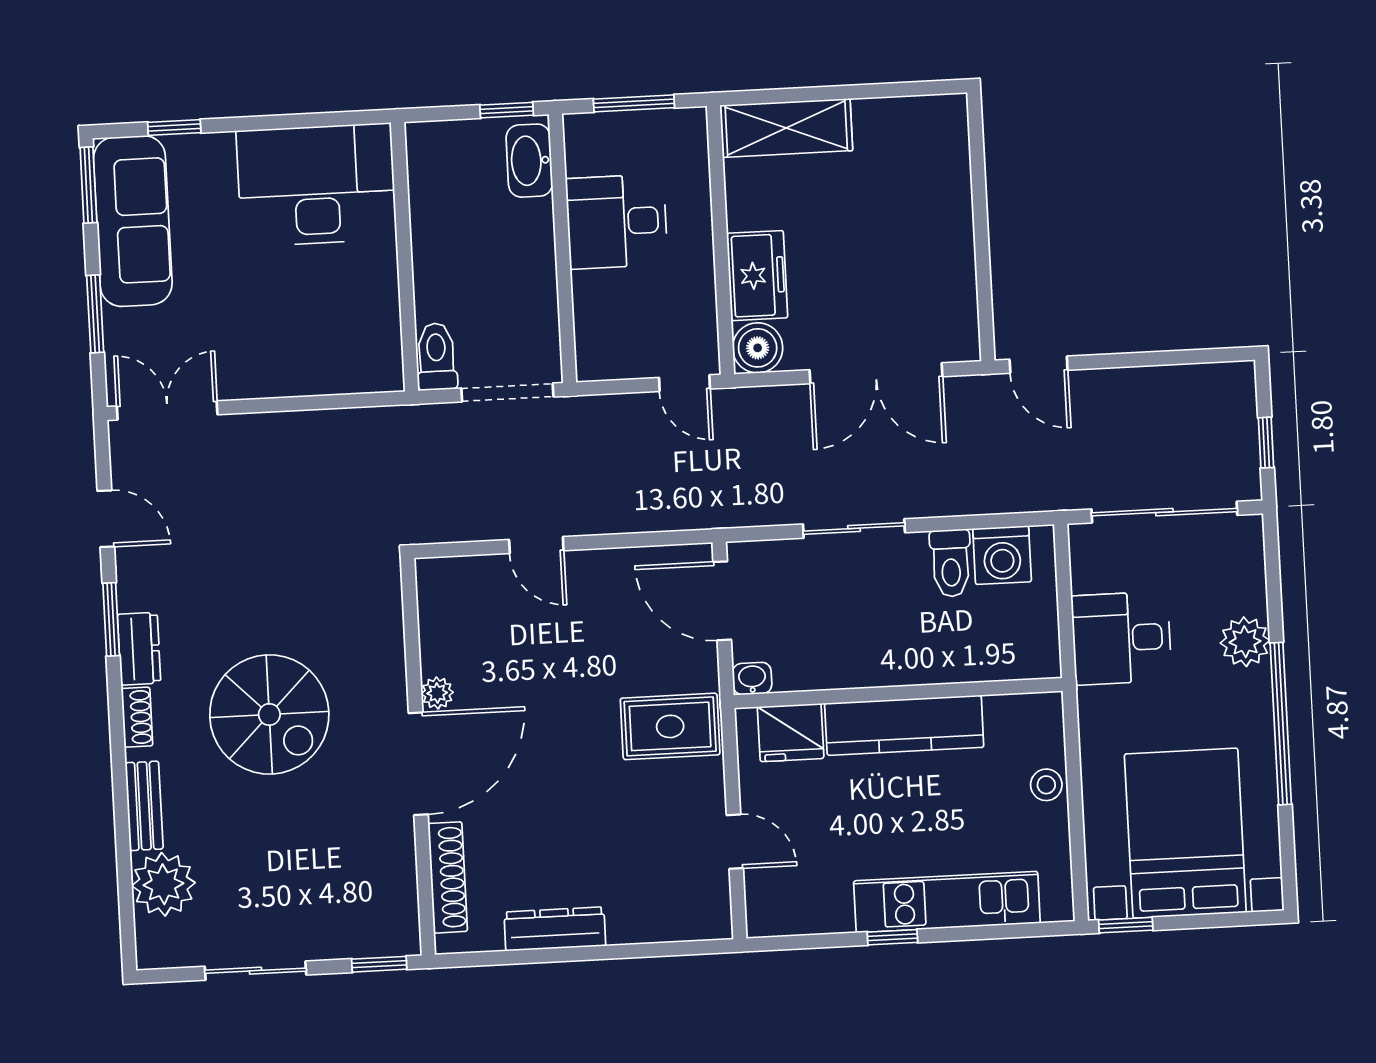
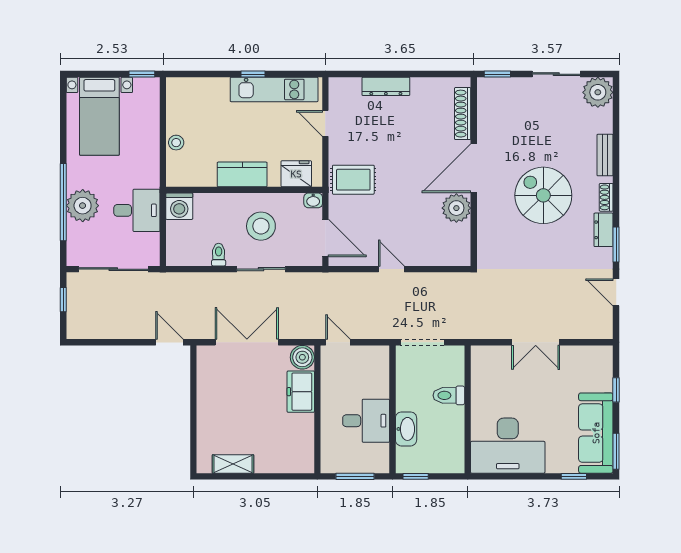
shelving: (786, 128) -> (233, 464), moved, width x0.67, depth x0.75
washbasin: (529, 161) -> (406, 429), moved
window: (95, 314) -> (616, 390), width x0.67
toilet: (436, 357) -> (449, 395), moved, turned 90
double door: (167, 410) -> (536, 342), moved
door: (536, 545) -> (391, 269), moved
washing machine: (1002, 555) -> (179, 206), moved, turned 180
toilet: (951, 563) -> (219, 255), width x0.73, depth x0.72
stool: (859, 619) -> (261, 226), added
plant: (1245, 642) -> (83, 206), width x1.36, depth x1.36
plant: (437, 693) -> (456, 208), width x1.88, depth x1.88
window: (1281, 724) -> (63, 202), moved
kitchen counter: (904, 725) -> (242, 174), width x0.67
bed with nightstands: (1185, 833) -> (99, 116), width x0.73
plant: (163, 884) -> (598, 92), moved
kitchen unit: (947, 902) -> (274, 89), moved
dresser: (555, 929) -> (386, 86), moved

